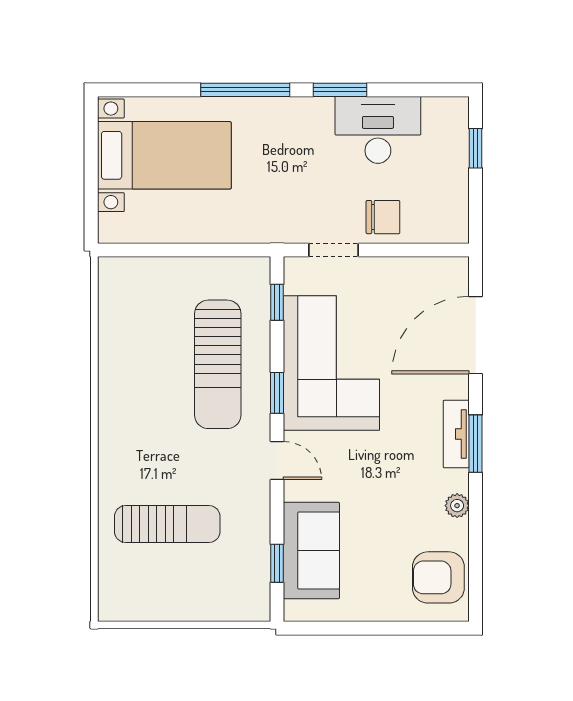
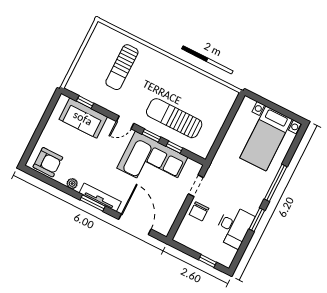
window: (277, 302) -> (174, 147), moved
tv unit: (456, 434) -> (100, 197), width x1.41
armchair: (438, 577) -> (48, 162), turned 90

